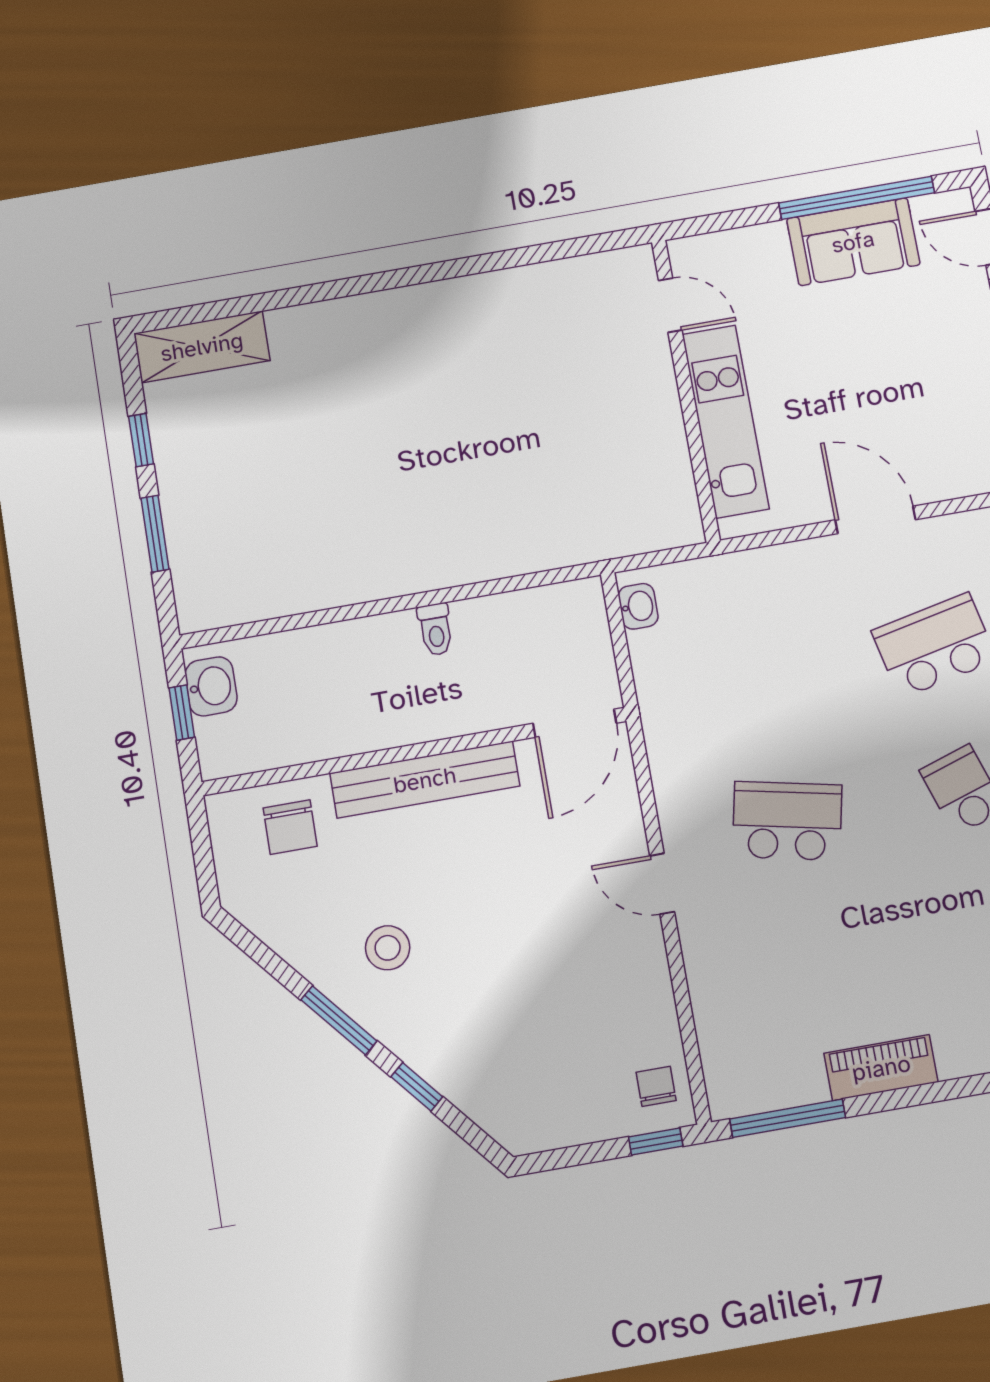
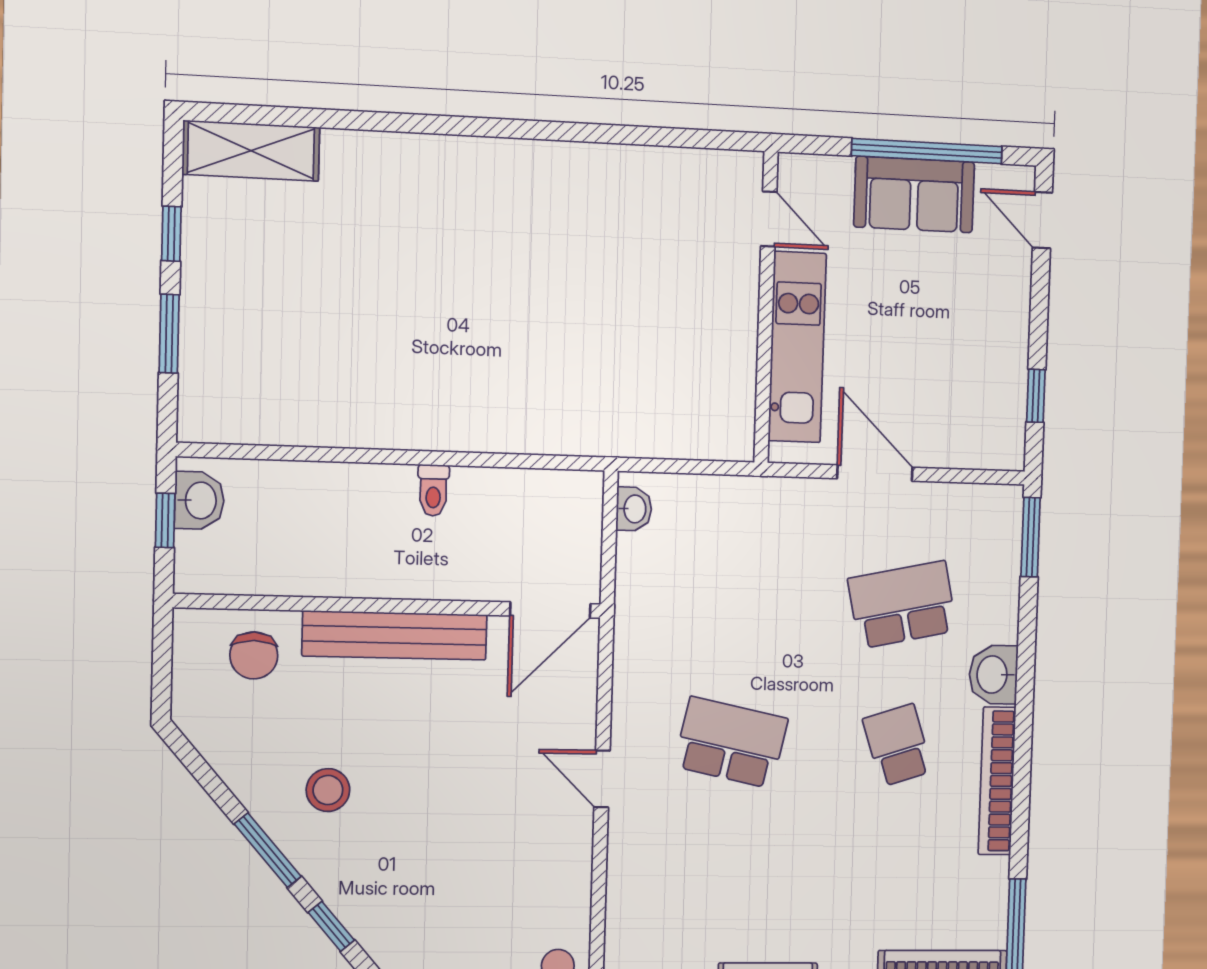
door: (670, 305) -> (769, 219), moved
wall: (686, 390) -> (766, 307), moved
kitchen unit: (725, 421) -> (797, 347), moved

